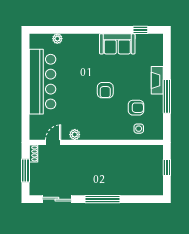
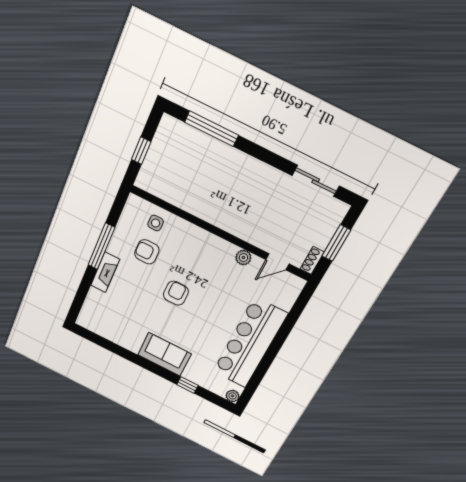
window: (140, 30) -> (187, 385), moved
plant: (57, 39) -> (233, 396), moved
sofa: (117, 44) -> (164, 354), moved
window: (102, 199) -> (211, 129), moved

